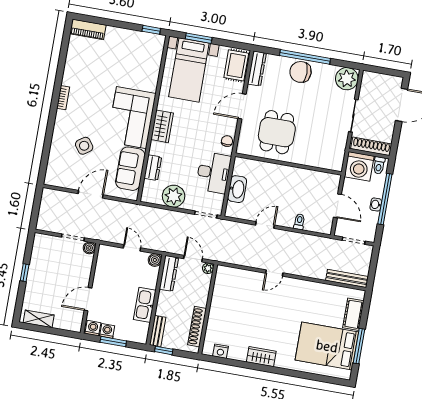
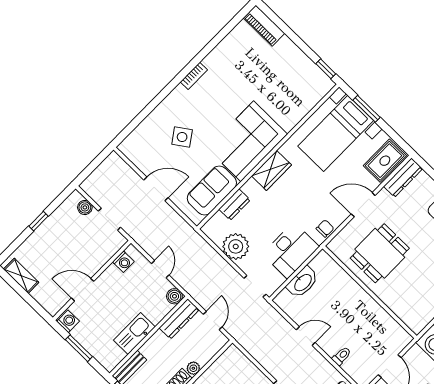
boiler: (89, 248) -> (85, 207), moved
plant: (208, 268) -> (193, 368), moved
washing machine: (107, 331) -> (123, 262), moved, turned 90

